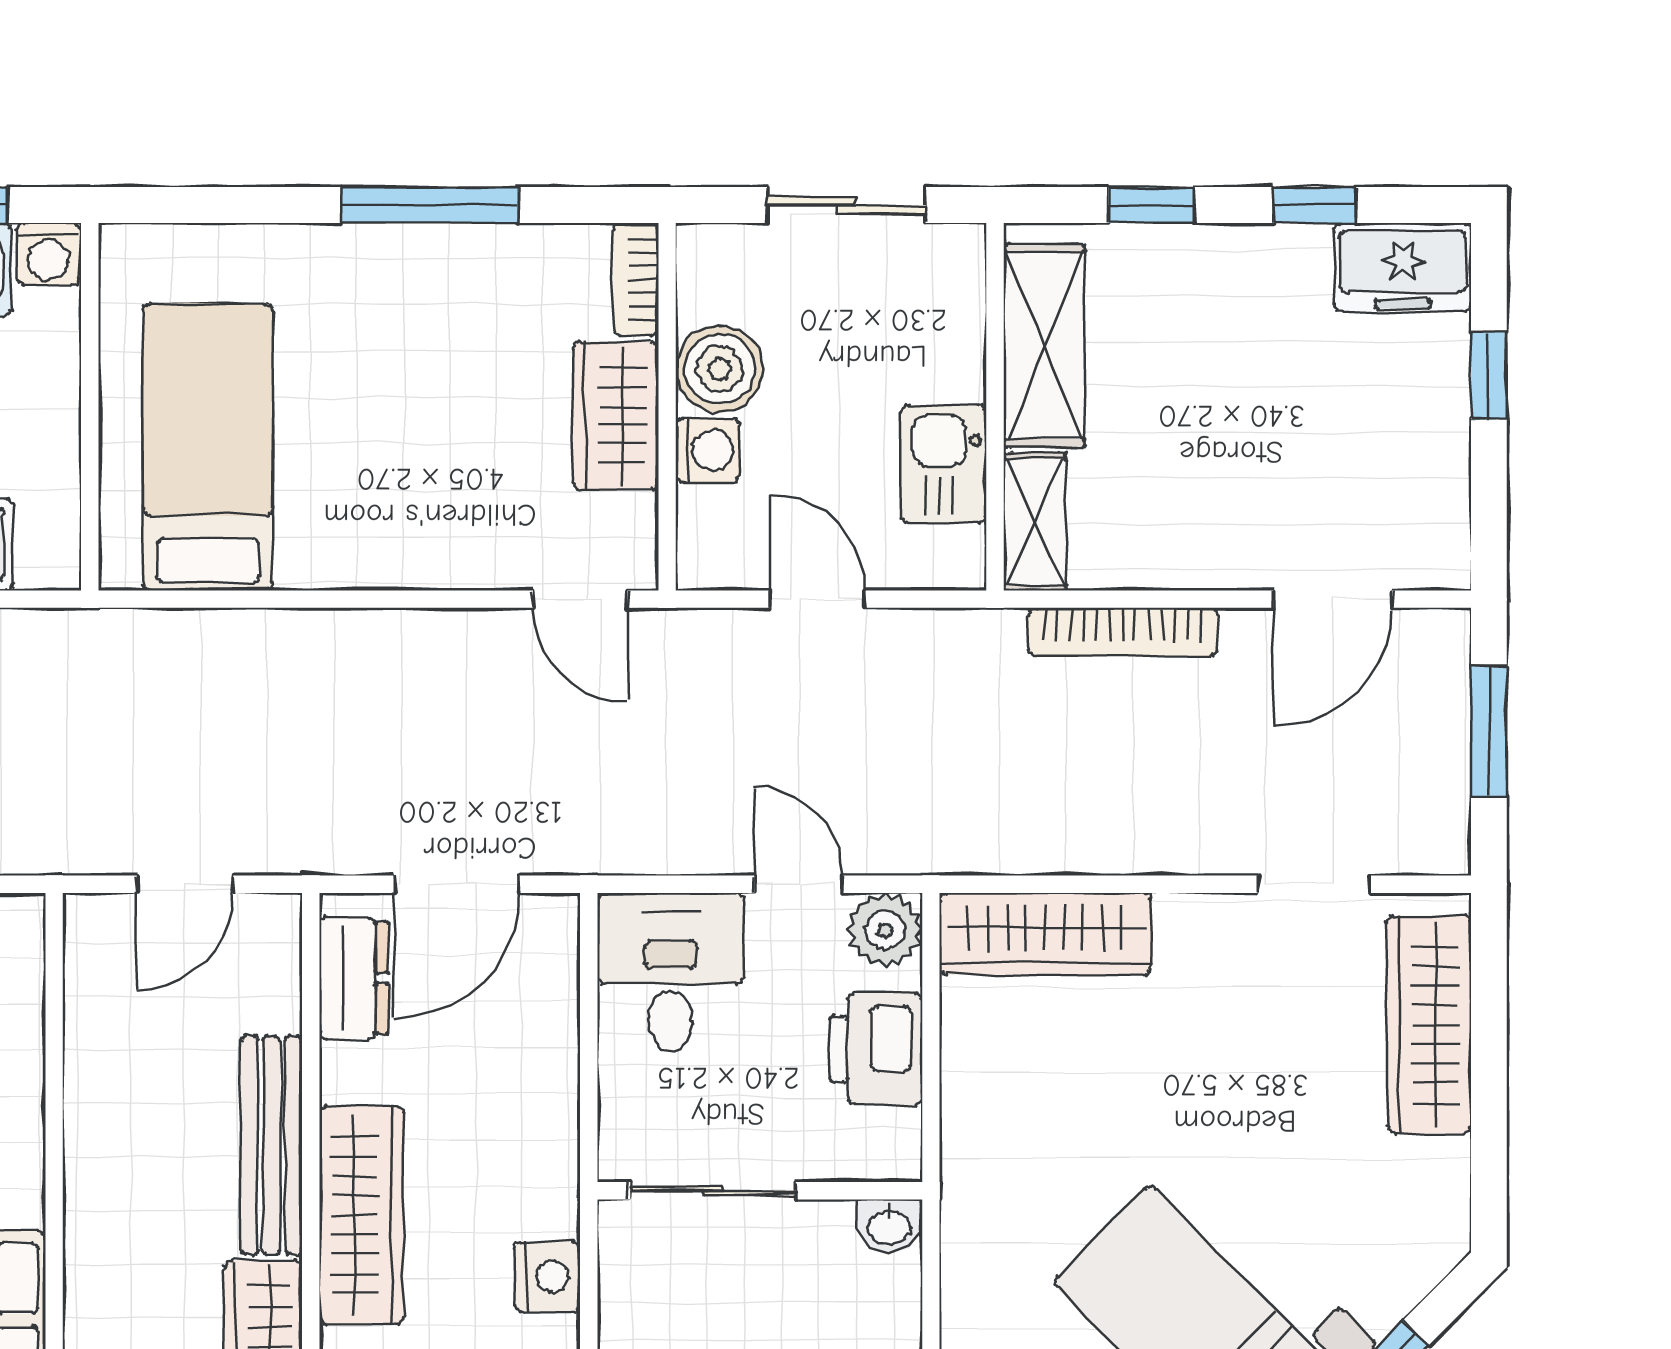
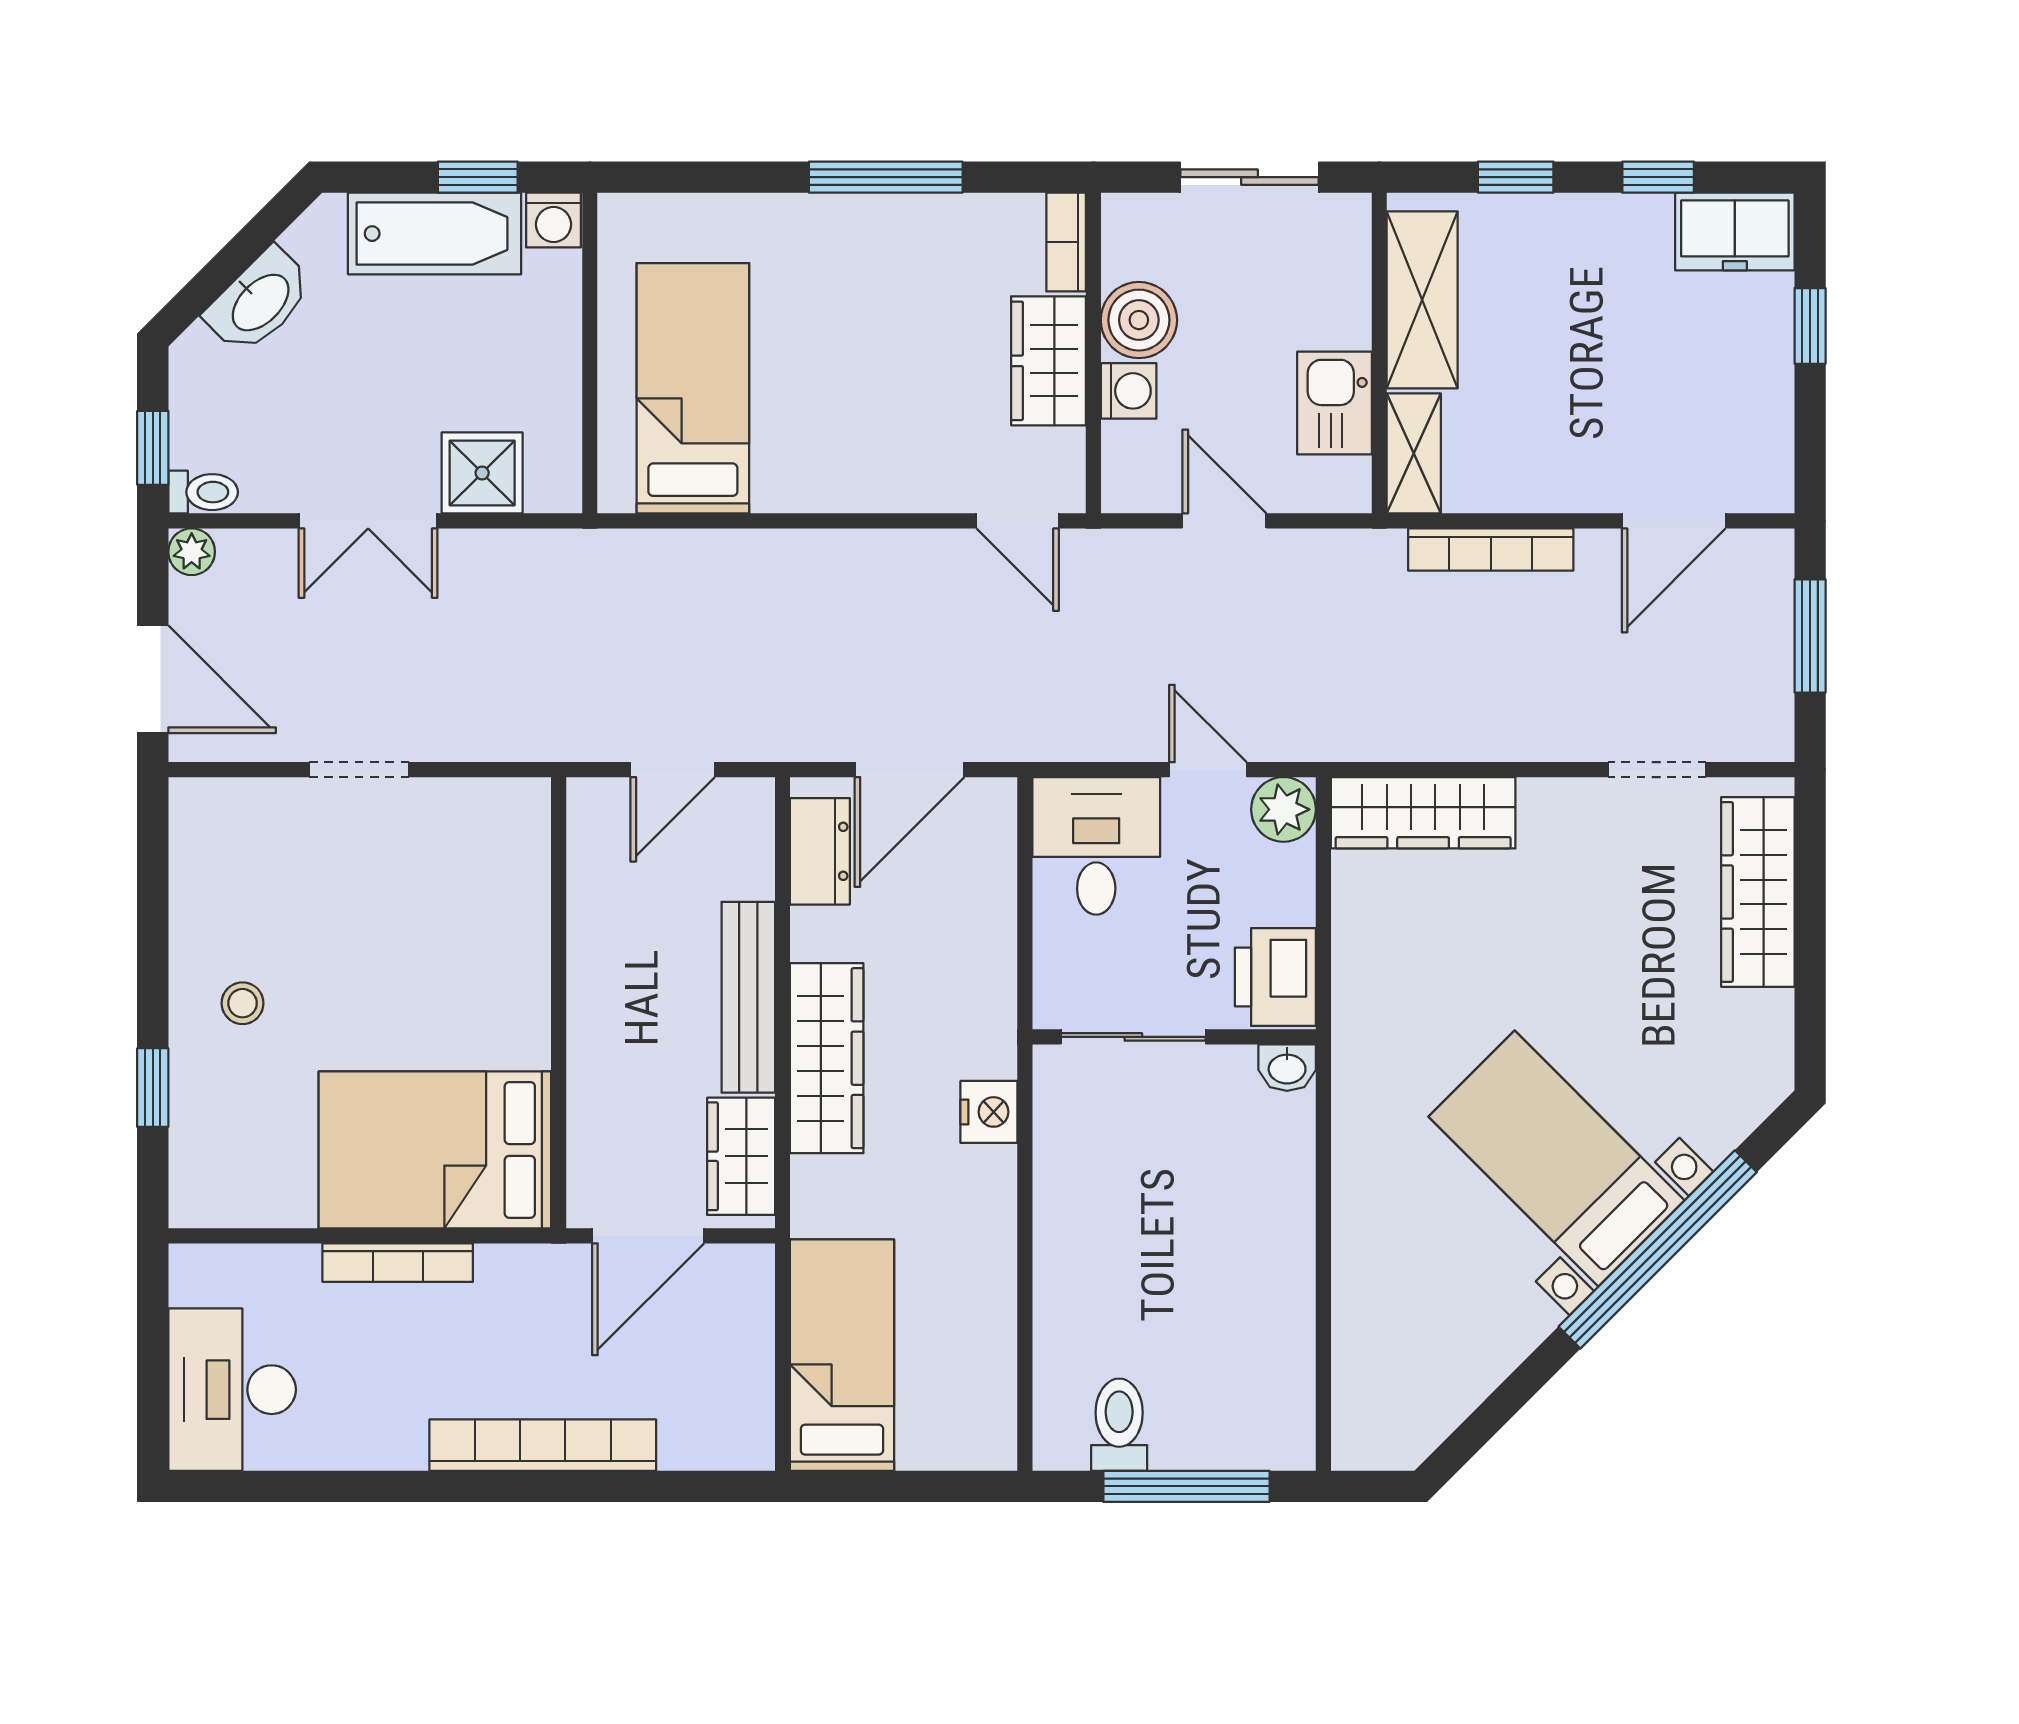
printer: (876, 1049) -> (1275, 977), moved

